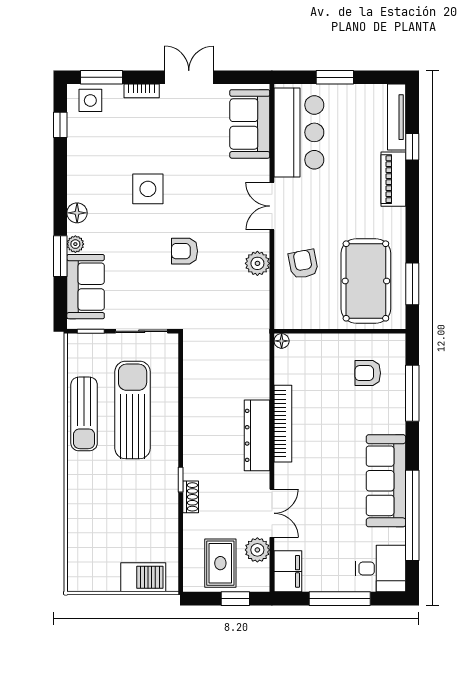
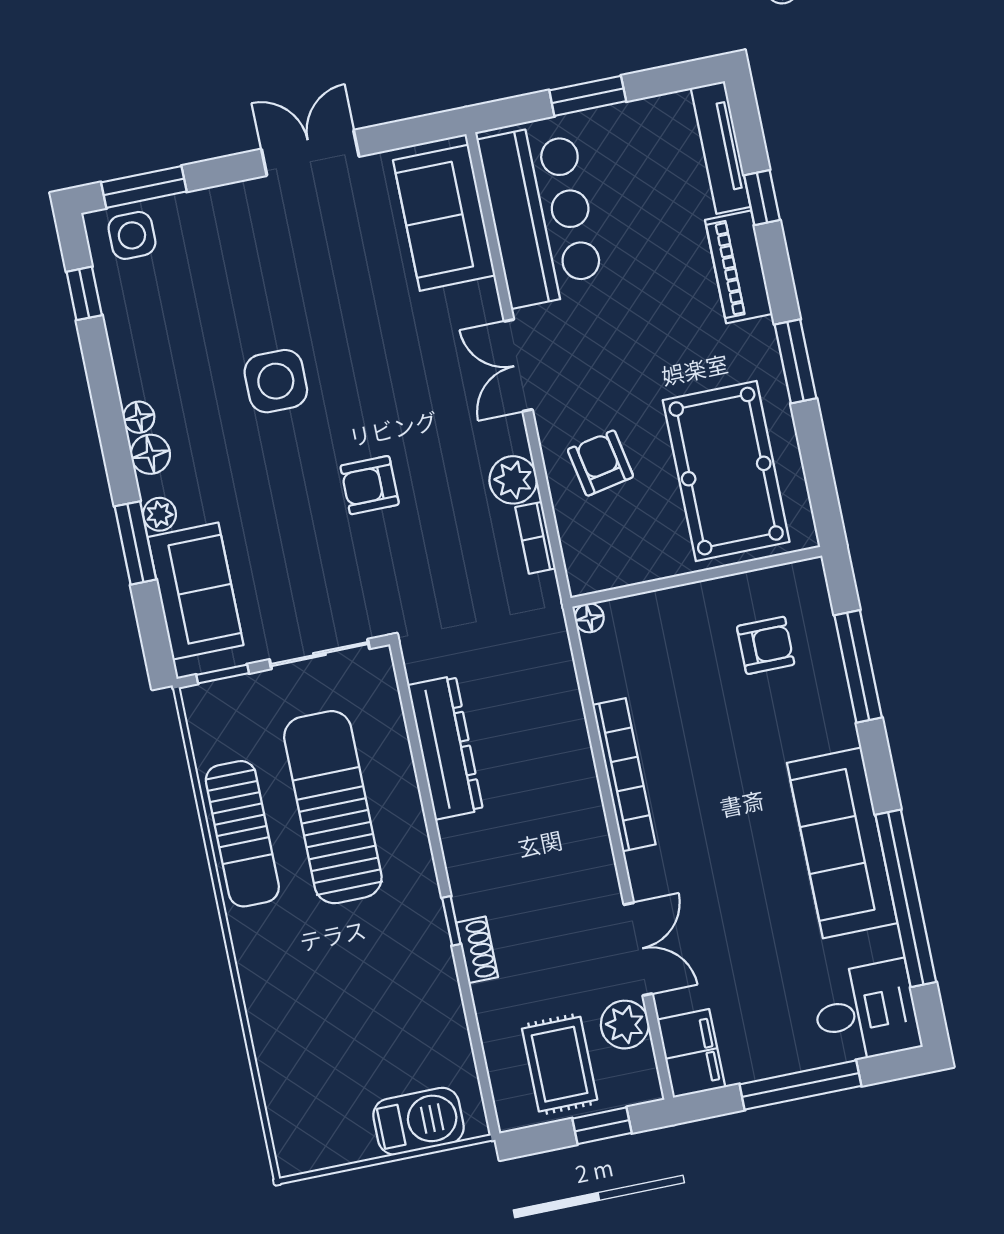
bookcase: (142, 91) -> (535, 538), moved, turned 90
floor lamp: (75, 193) -> (139, 417), added
window: (412, 284) -> (796, 361), moved
armchair: (368, 373) -> (766, 645), turned 180
dresser: (257, 435) -> (445, 748), moved, turned 180

